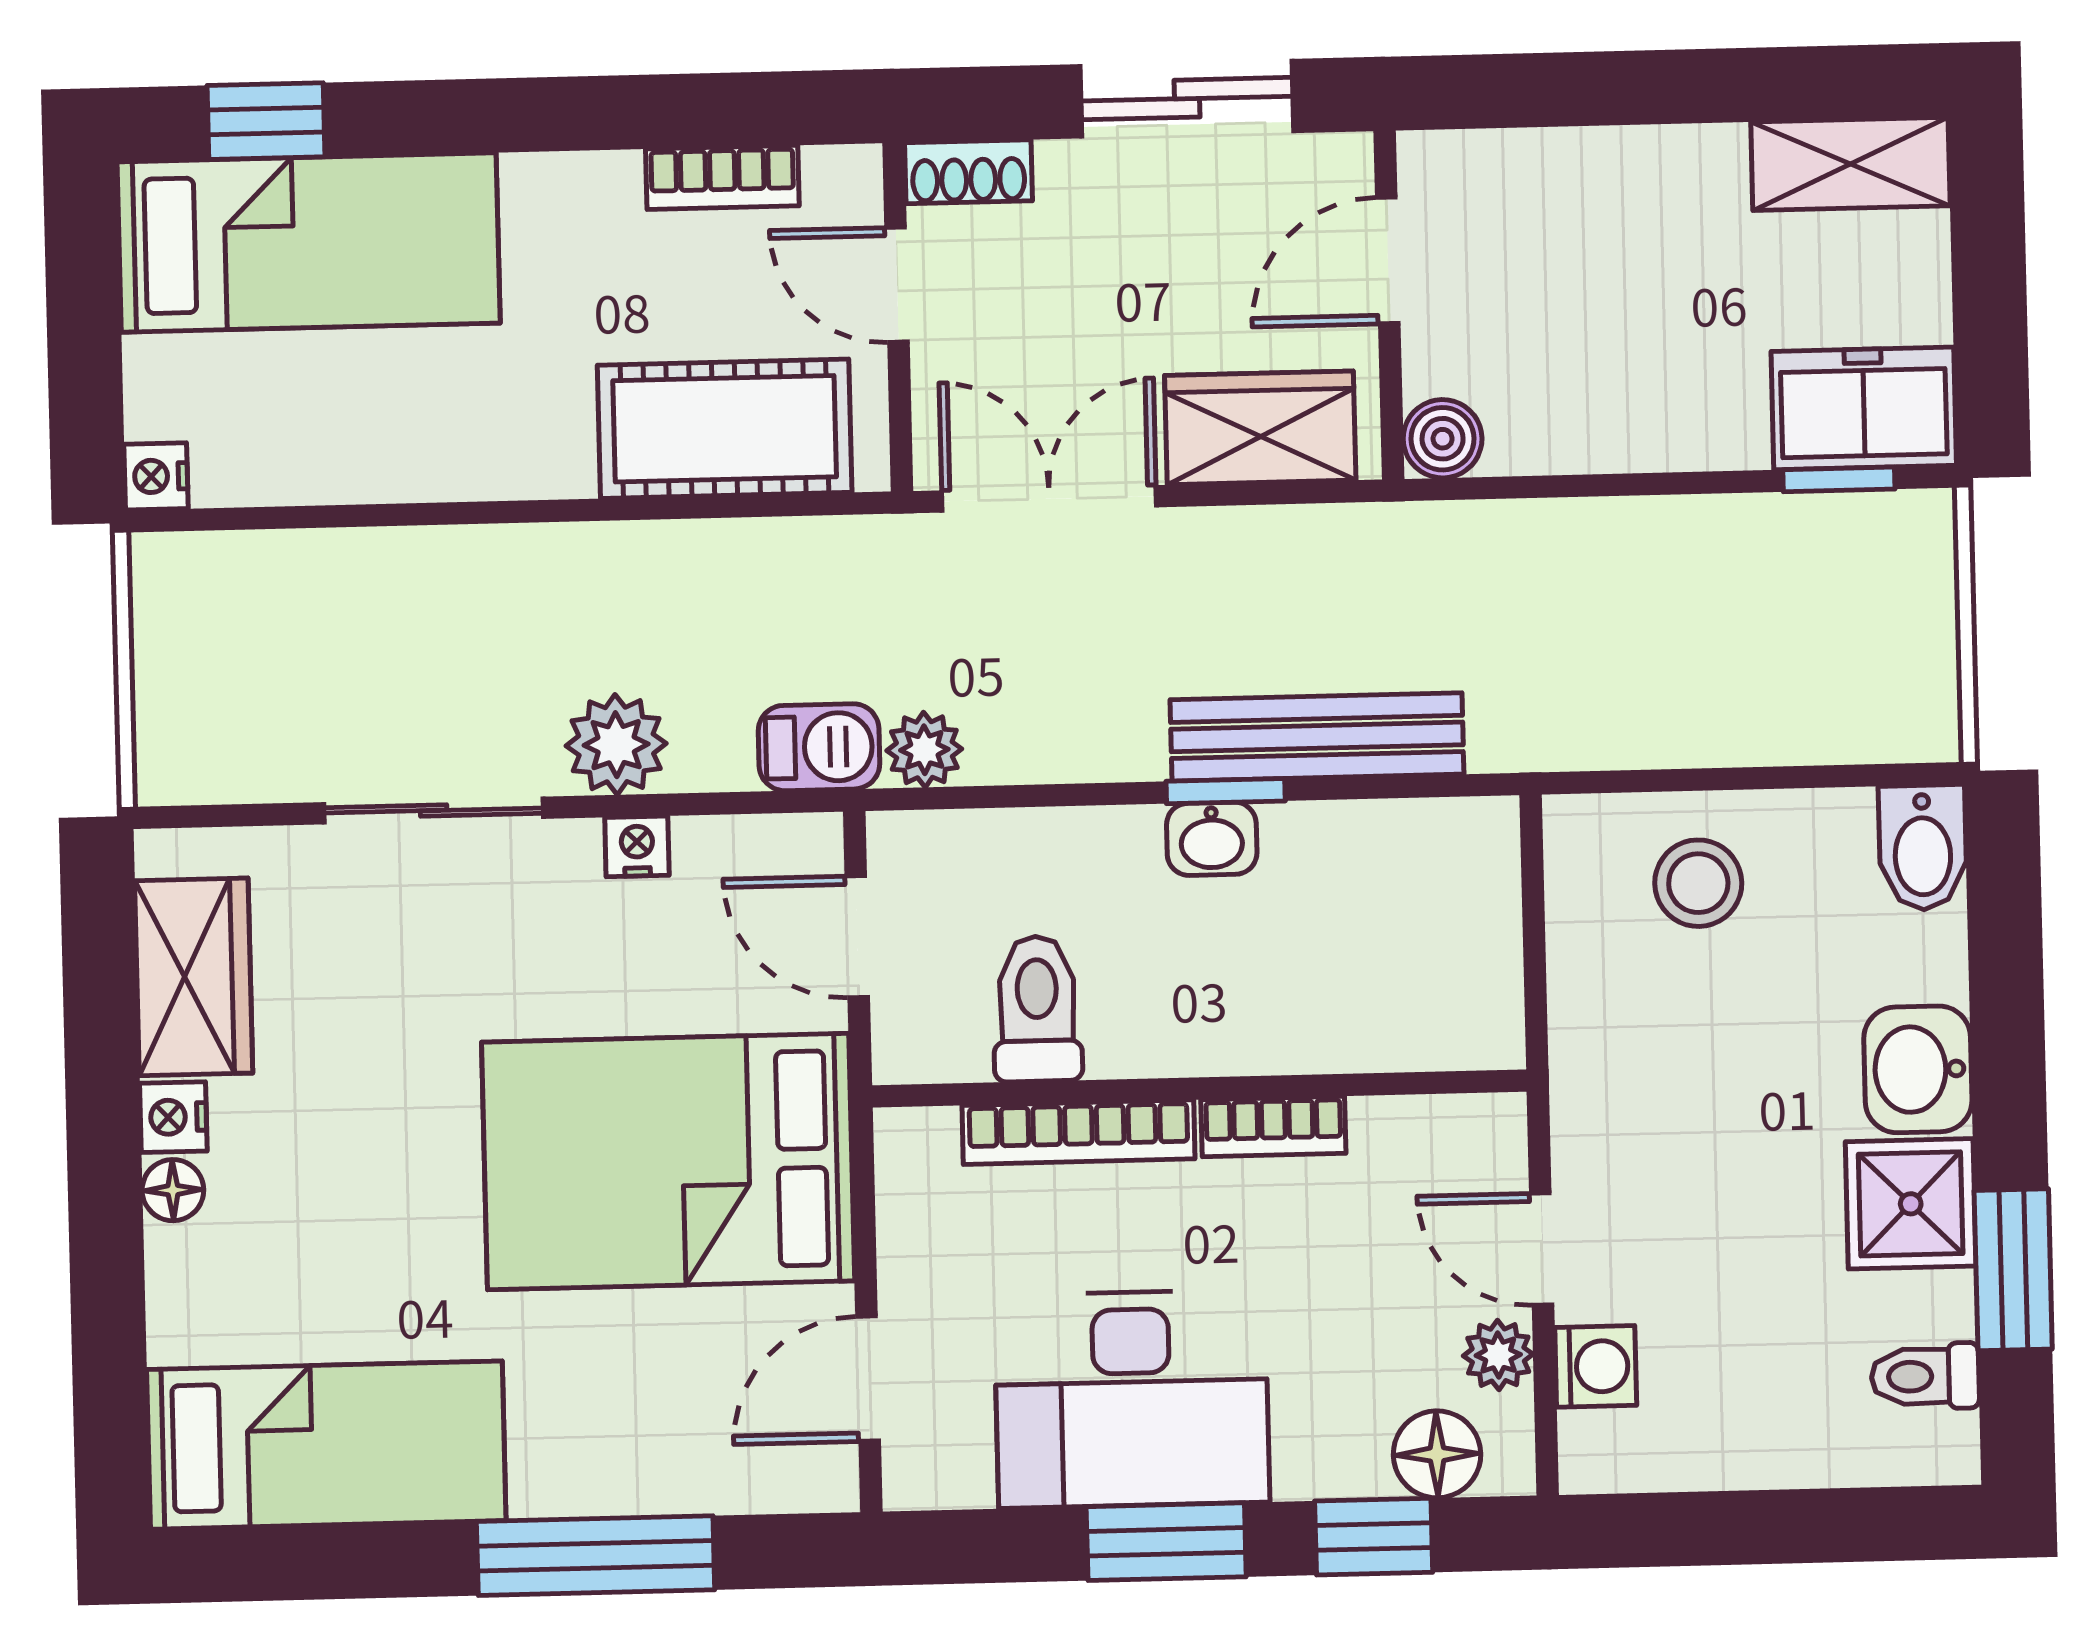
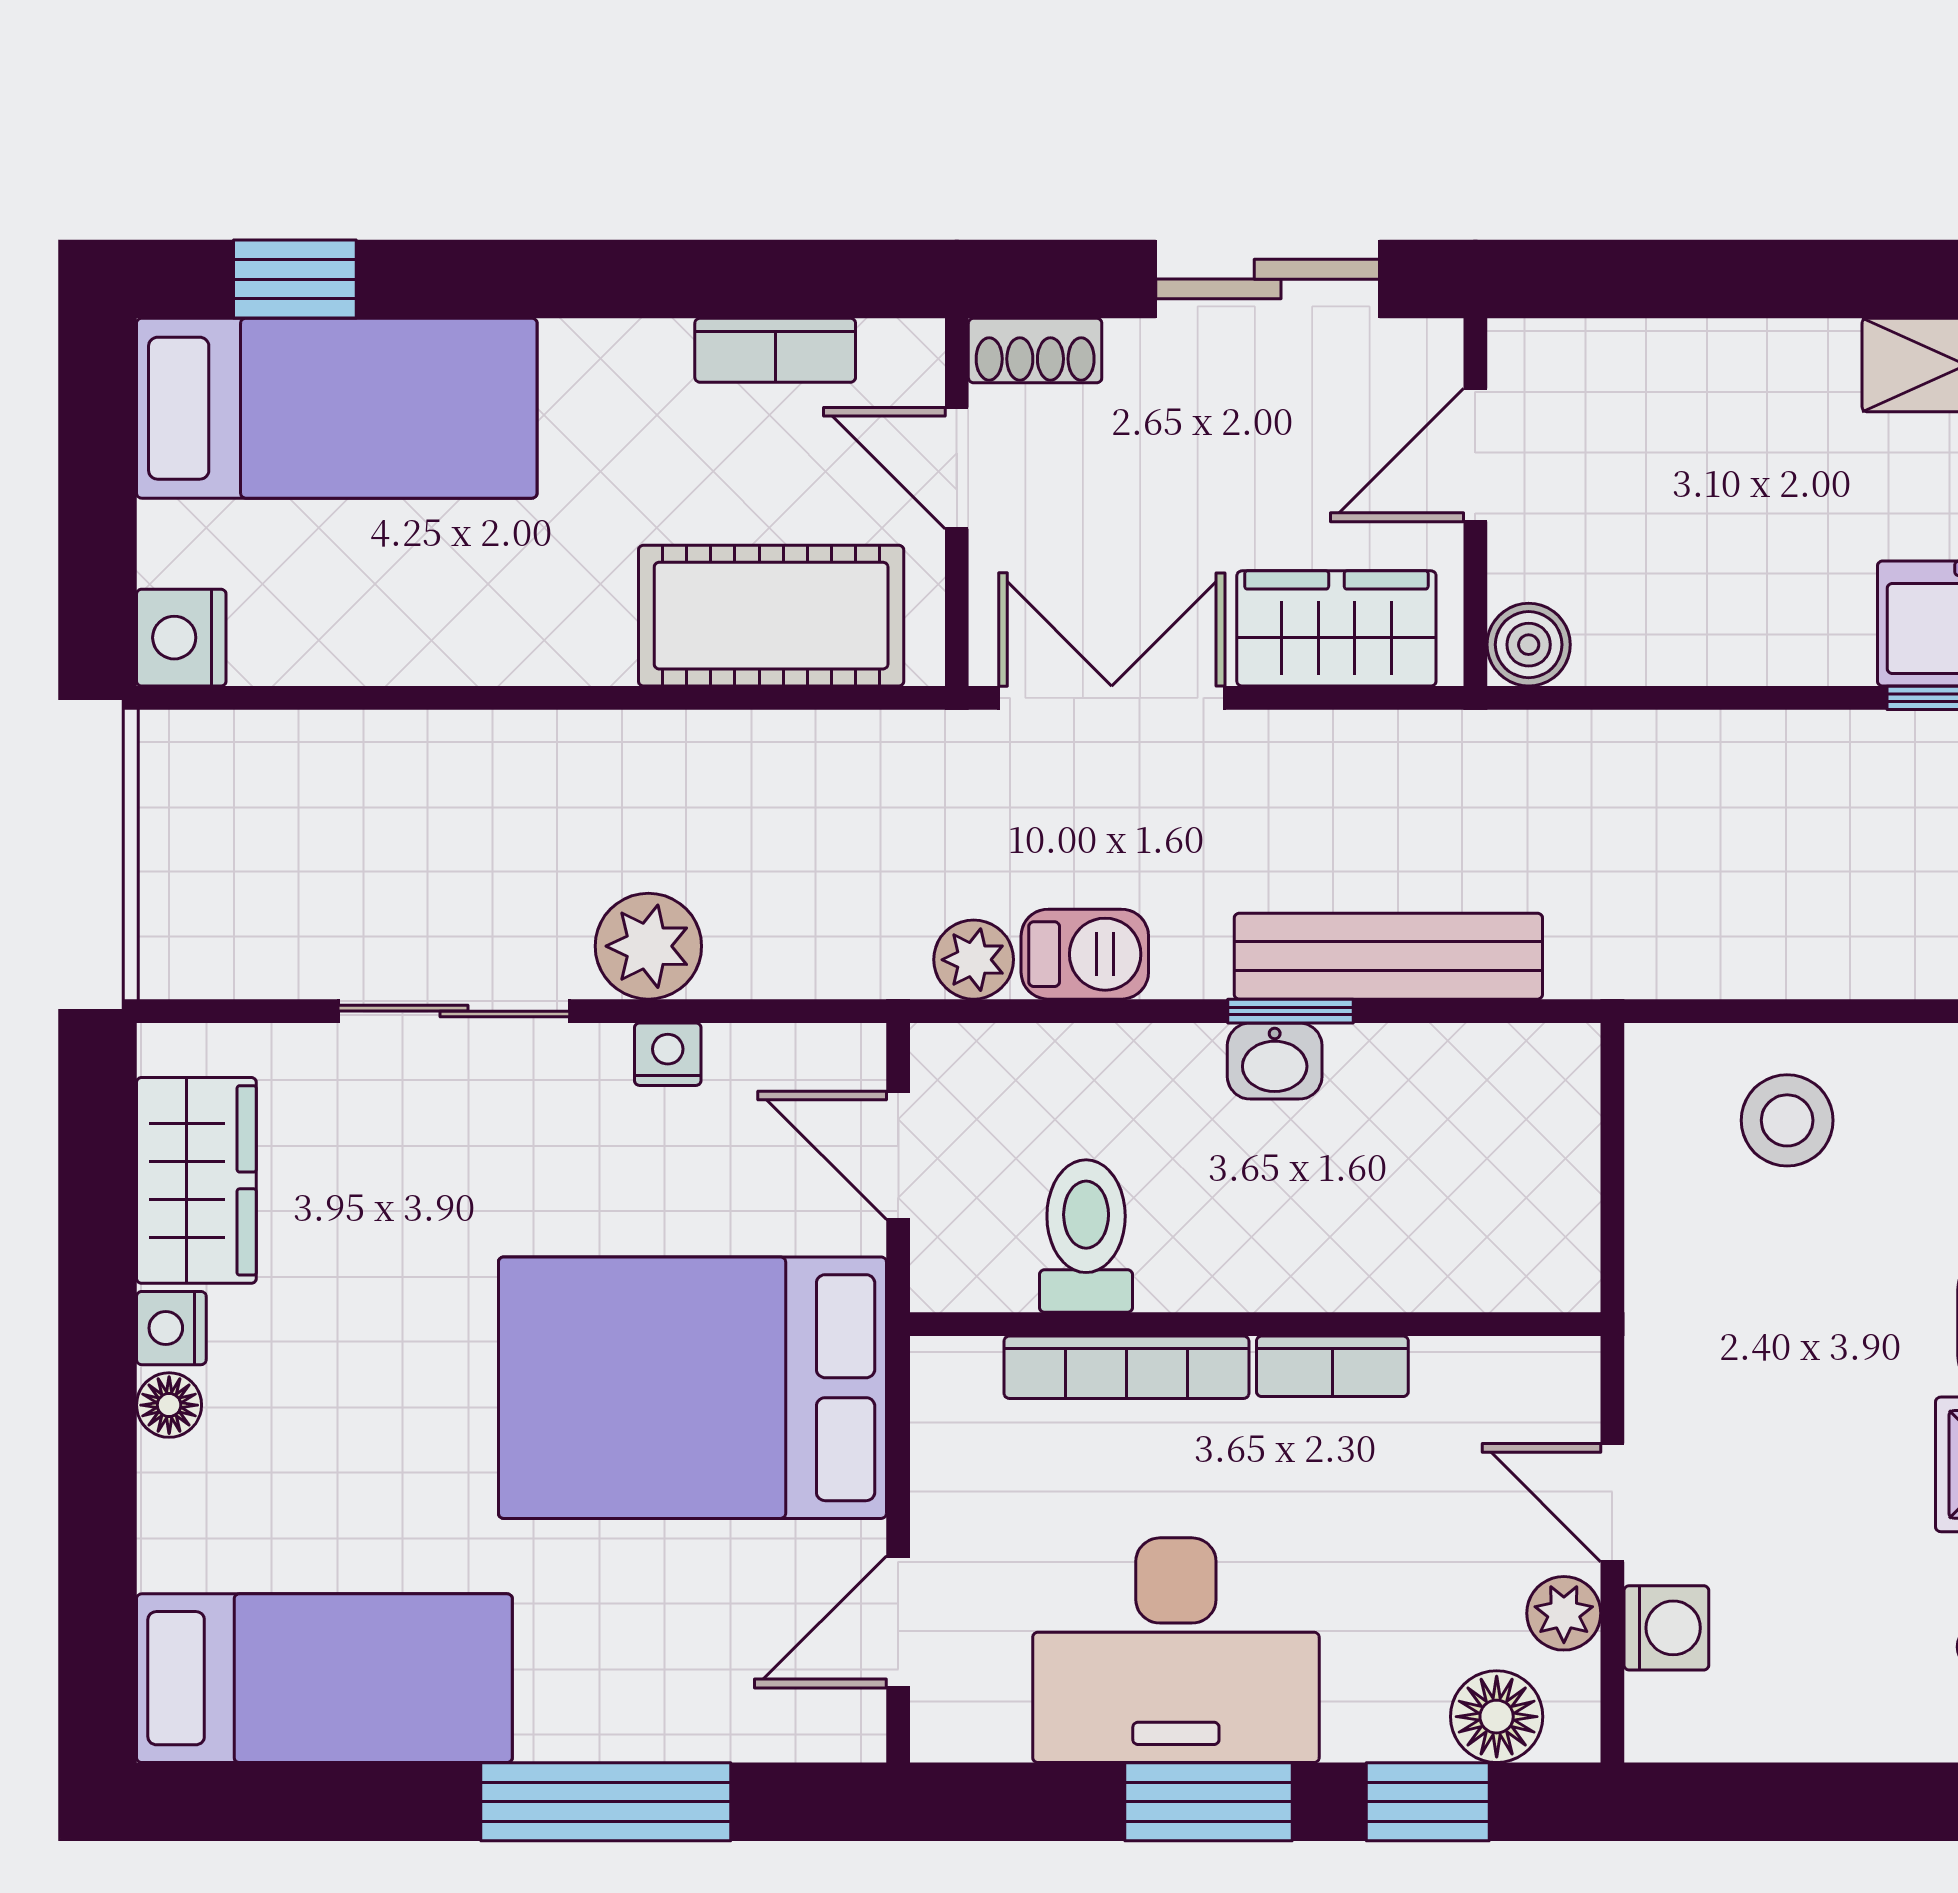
nightstand: (156, 476) -> (181, 638), width x1.39, depth x1.35
barbecue: (819, 747) -> (1085, 954), moved

